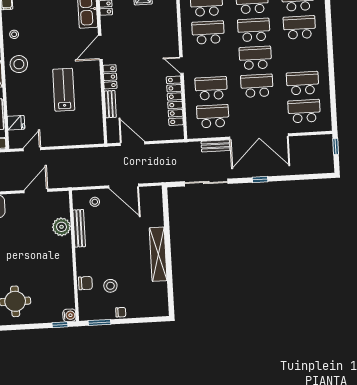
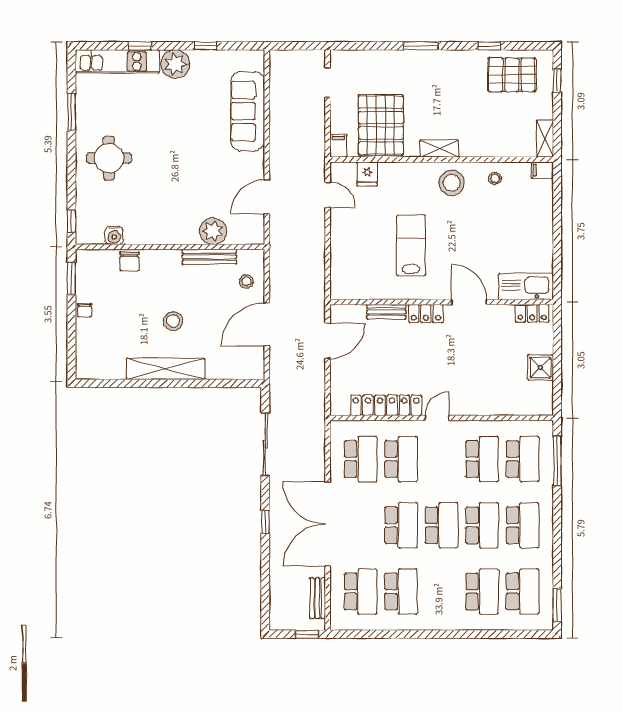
lab bench: (64, 90) -> (411, 246), turned -90
bench: (216, 146) -> (317, 598), moved
door: (36, 191) -> (267, 197), swing flipped
stool: (110, 286) -> (173, 321), moved
water cooler: (69, 315) -> (114, 236), moved

